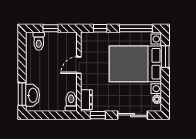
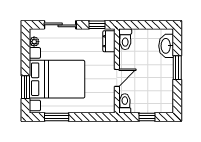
window: (100, 28) -> (94, 117), removed
window: (136, 28) -> (57, 117), width x0.69
toilet: (39, 41) -> (125, 103), moved
window: (22, 94) -> (177, 68), moved

